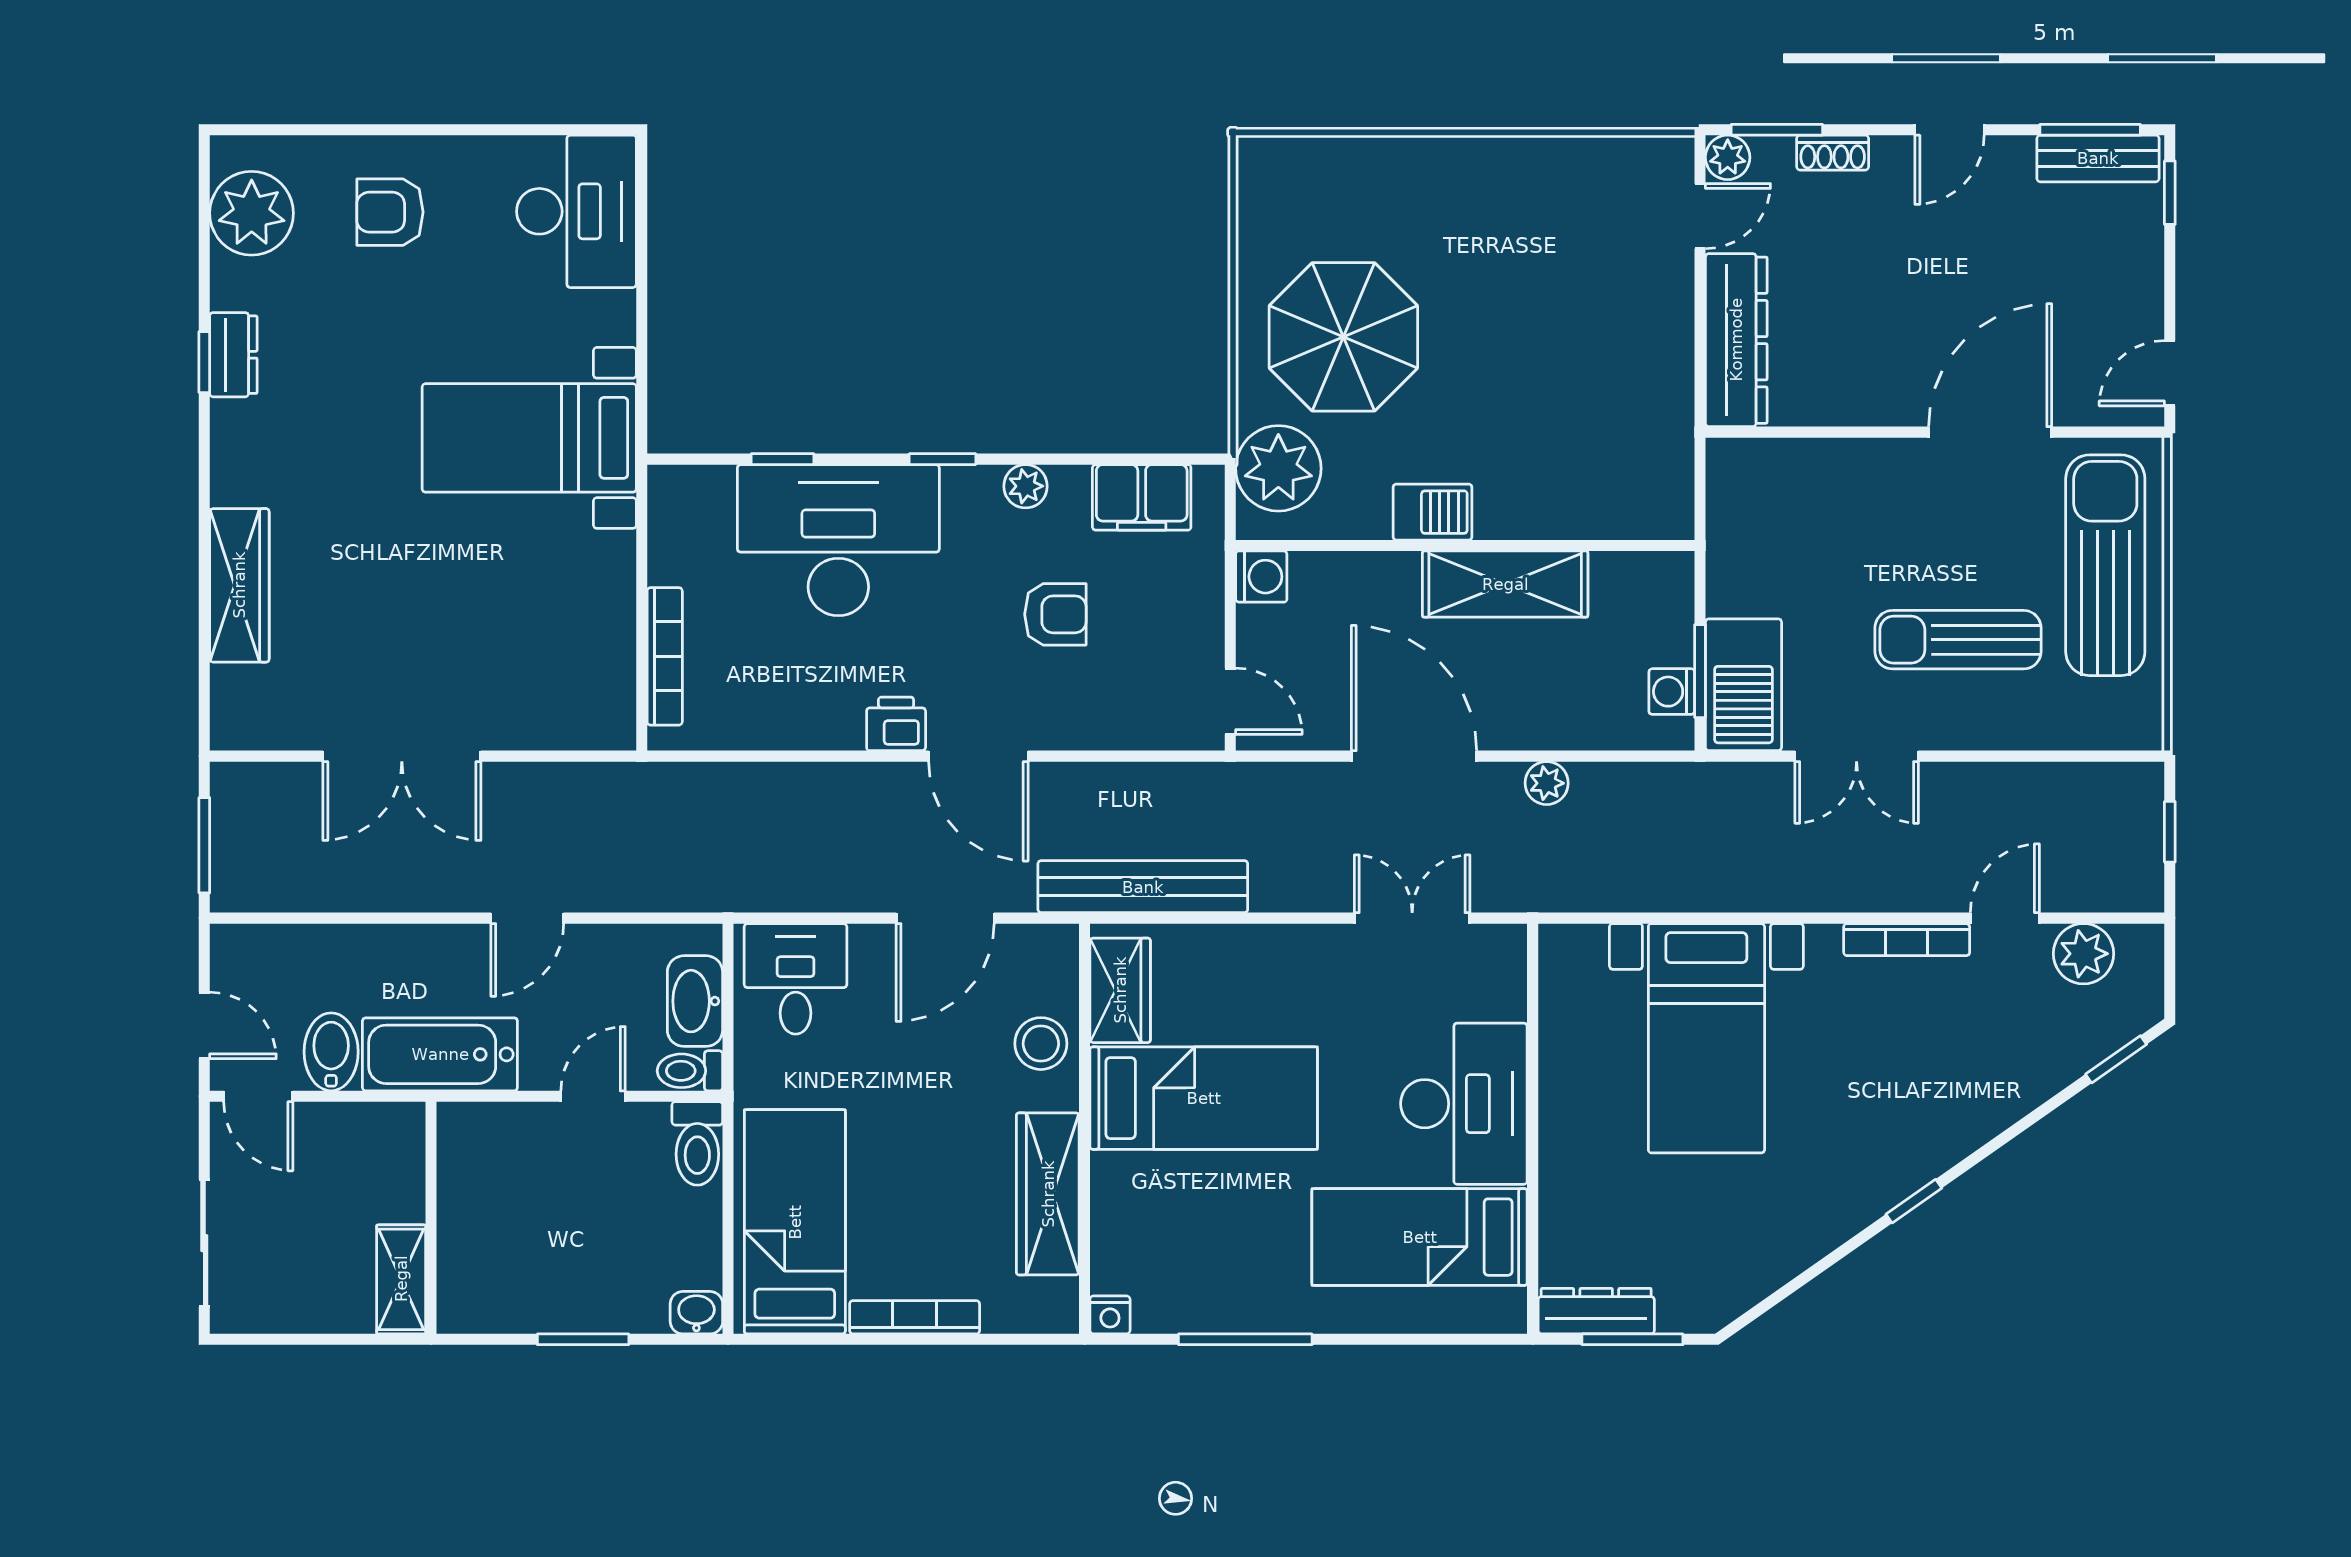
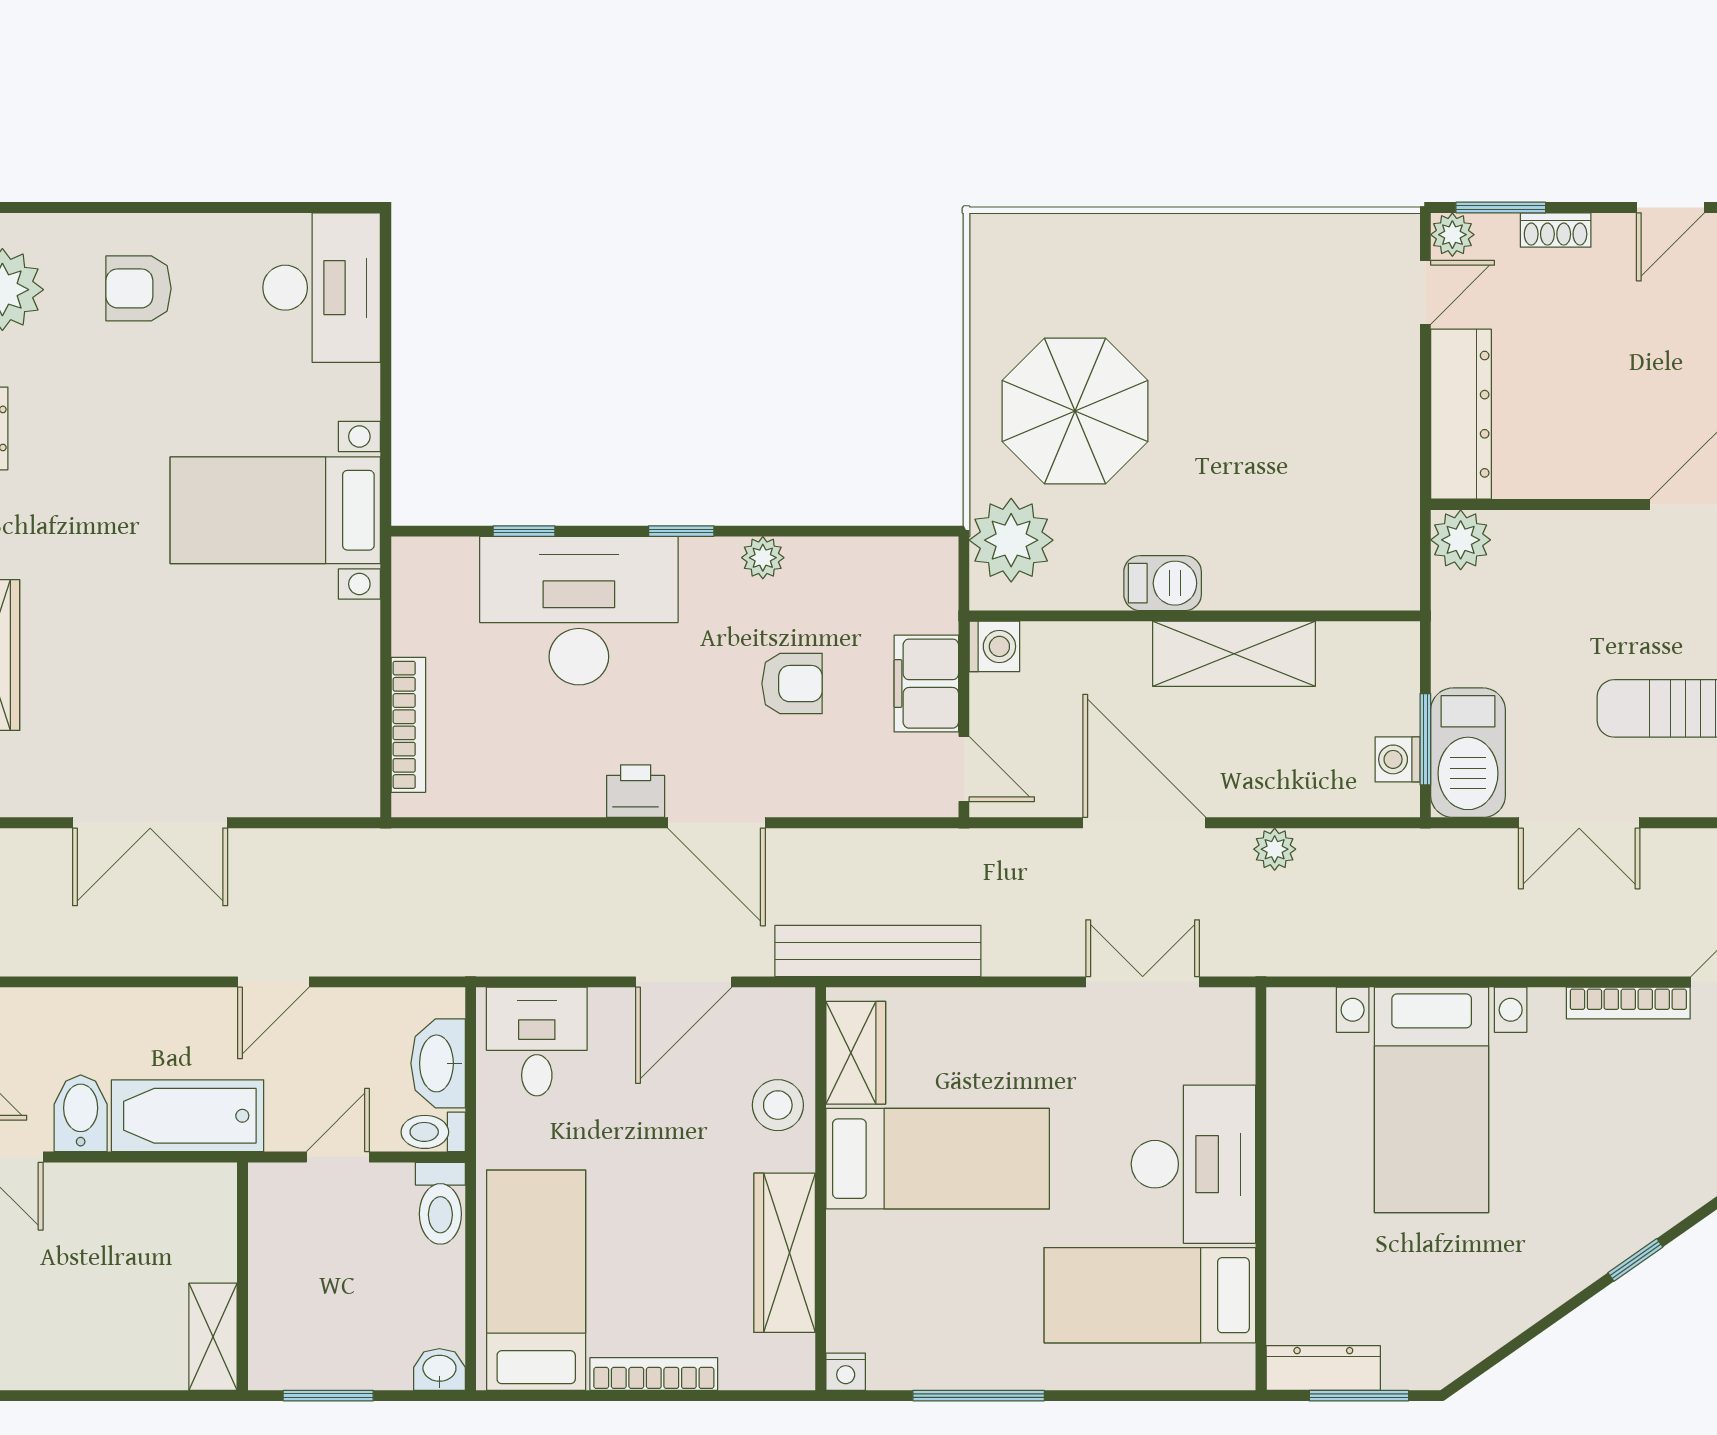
plant: (1736, 468) -> (1461, 540), added
filing cabinet: (1142, 497) -> (926, 684), moved, turned 90
wall: (431, 1218) -> (243, 1276), moved
shelving: (401, 1279) -> (213, 1337), moved

